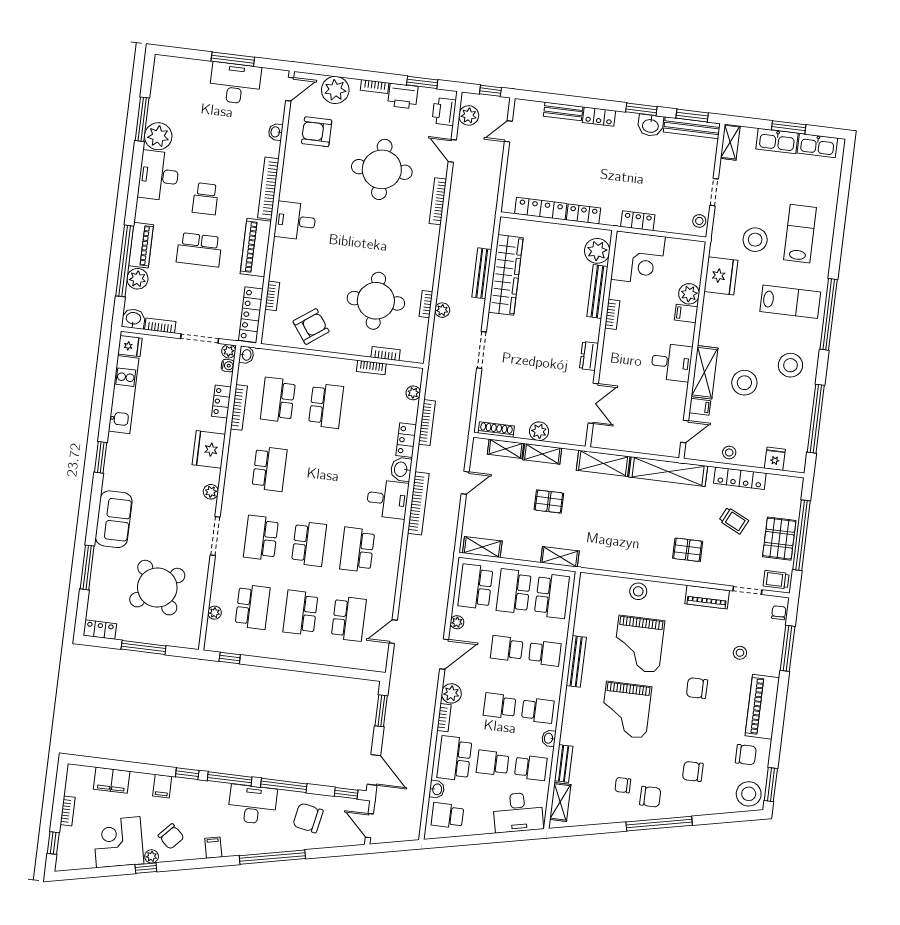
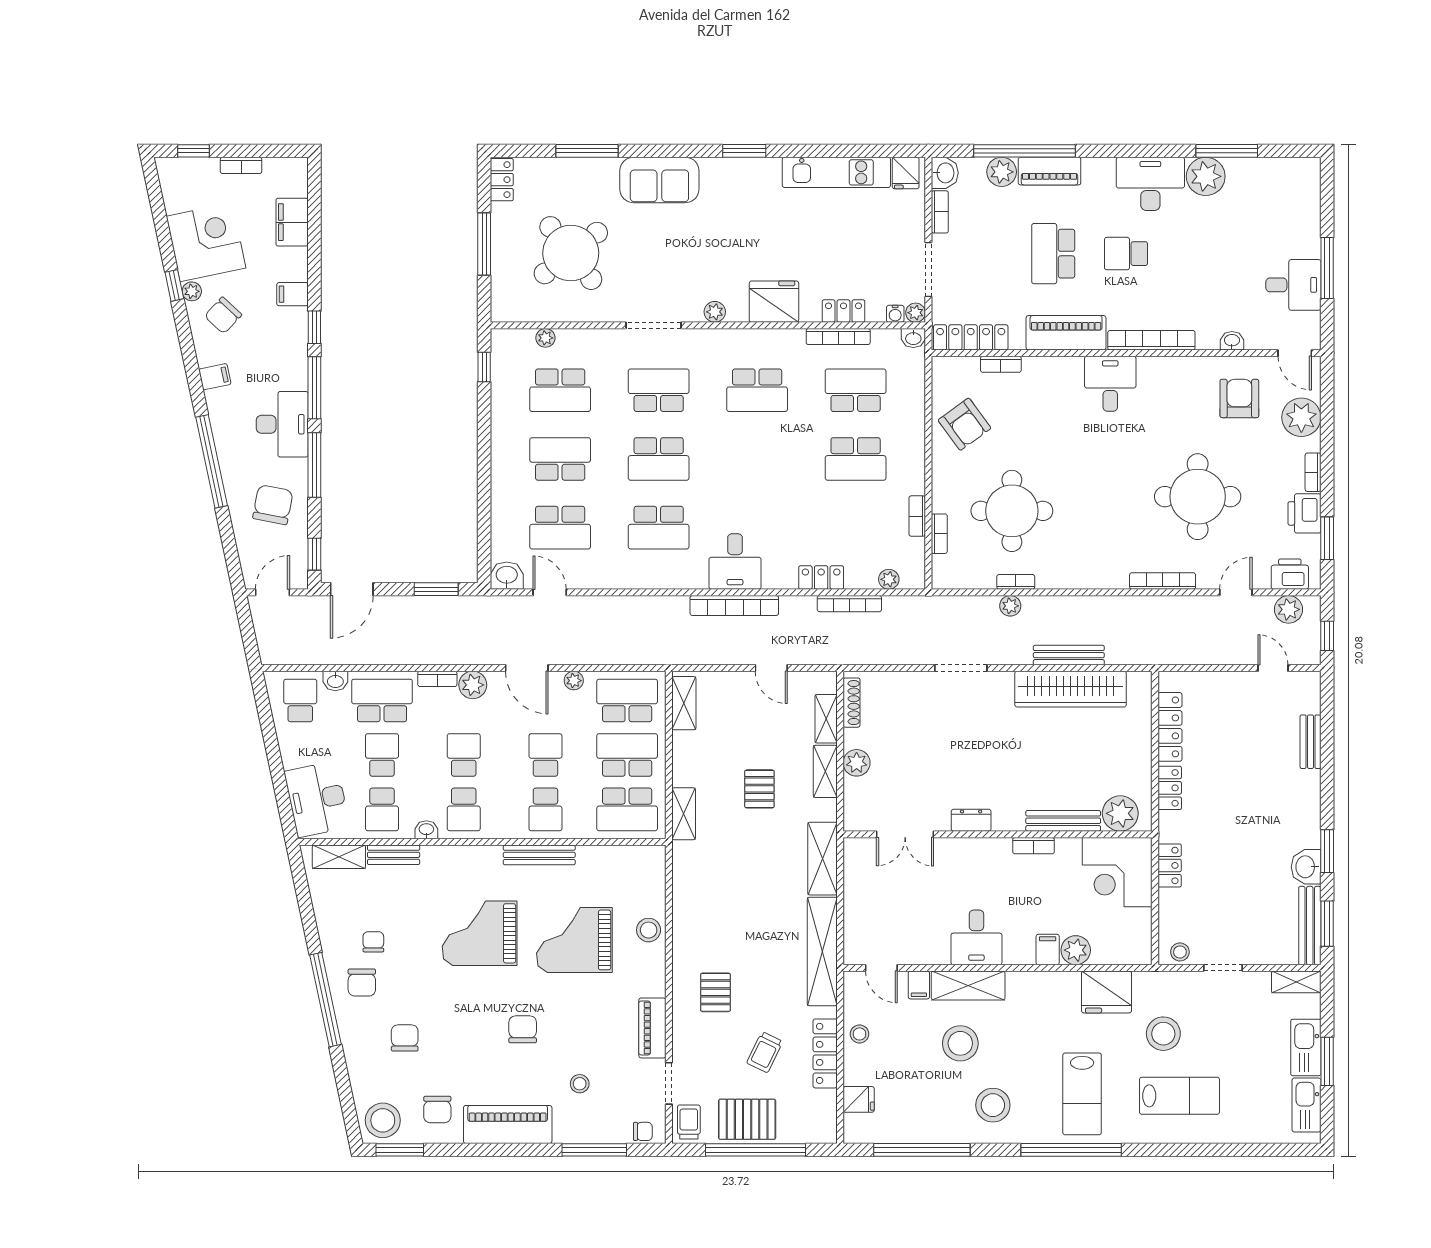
desk: (235, 83) -> (1293, 285), width x0.73
locker: (599, 117) -> (1309, 793), removed
washbasin: (401, 469) -> (507, 576), moved
school desk: (357, 550) -> (659, 528), turned 180

